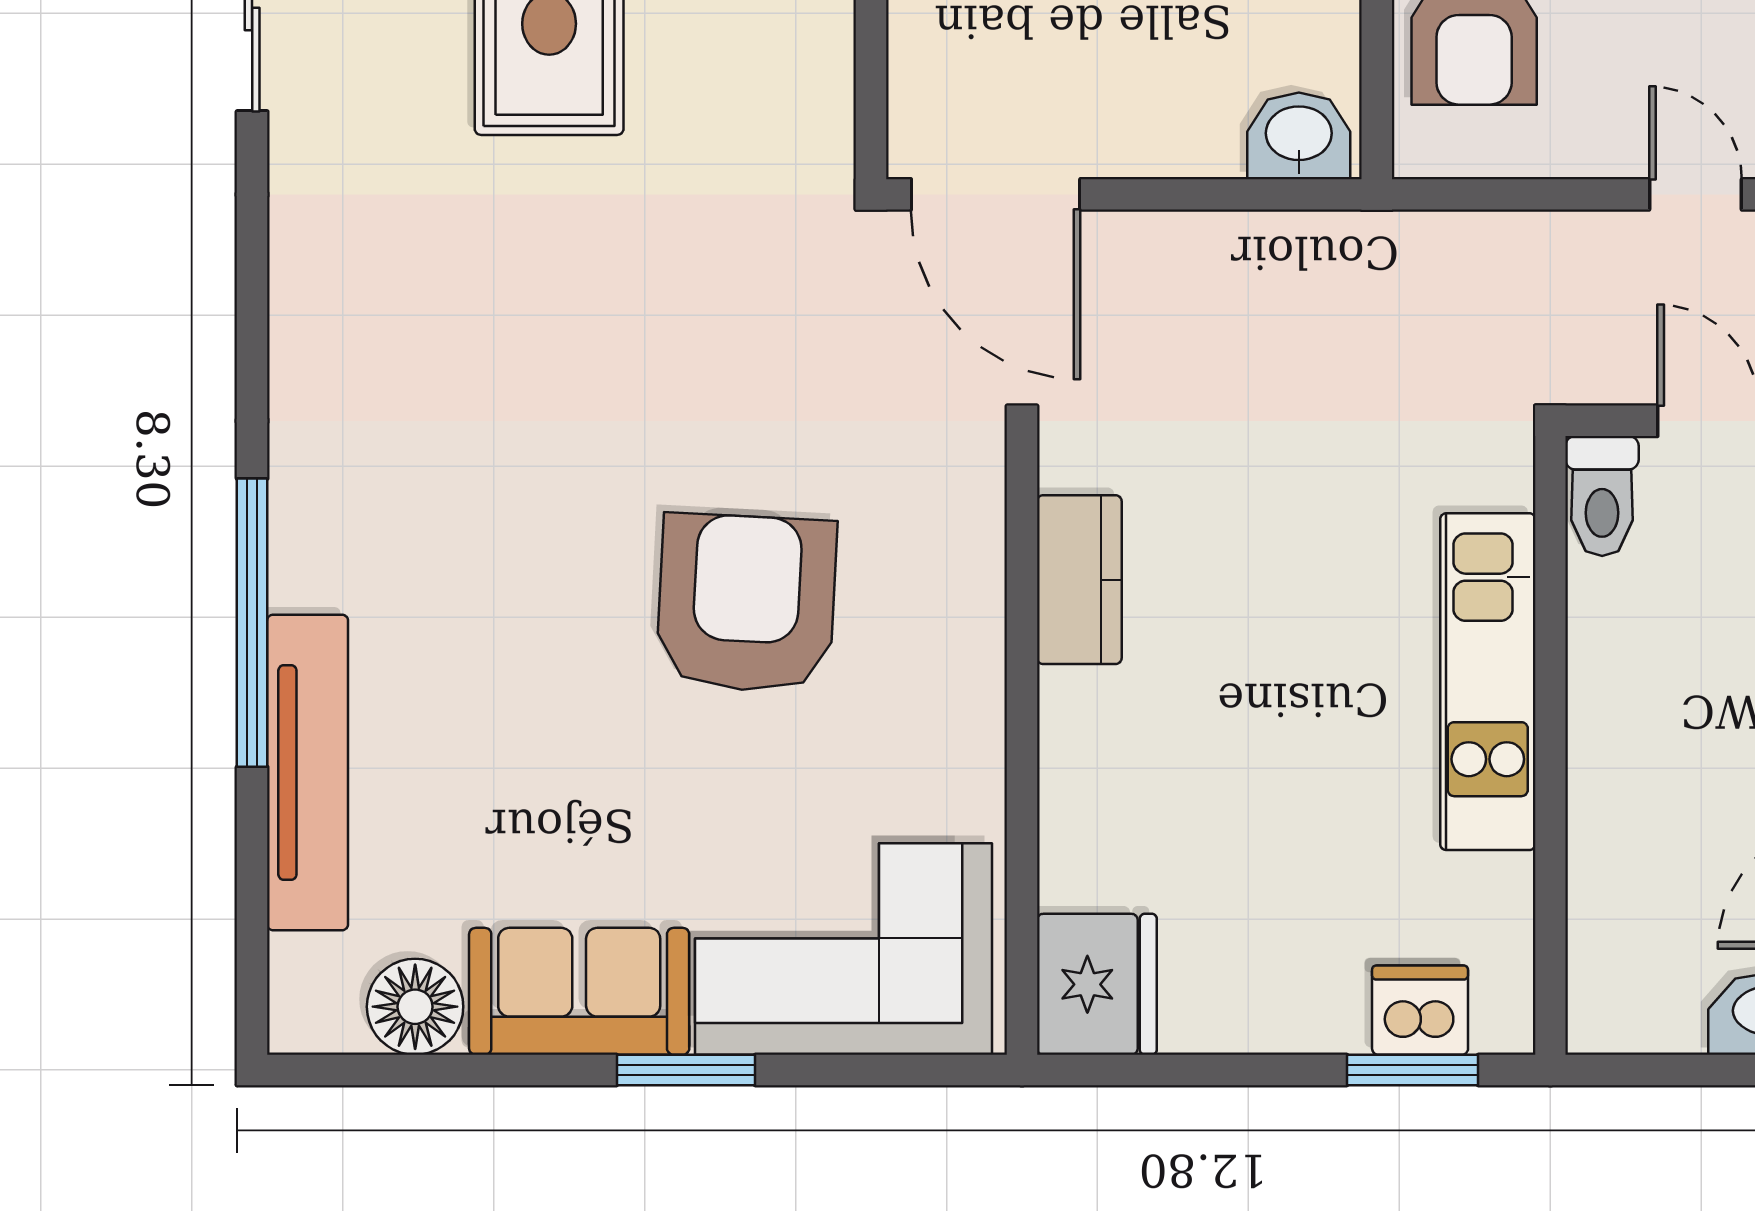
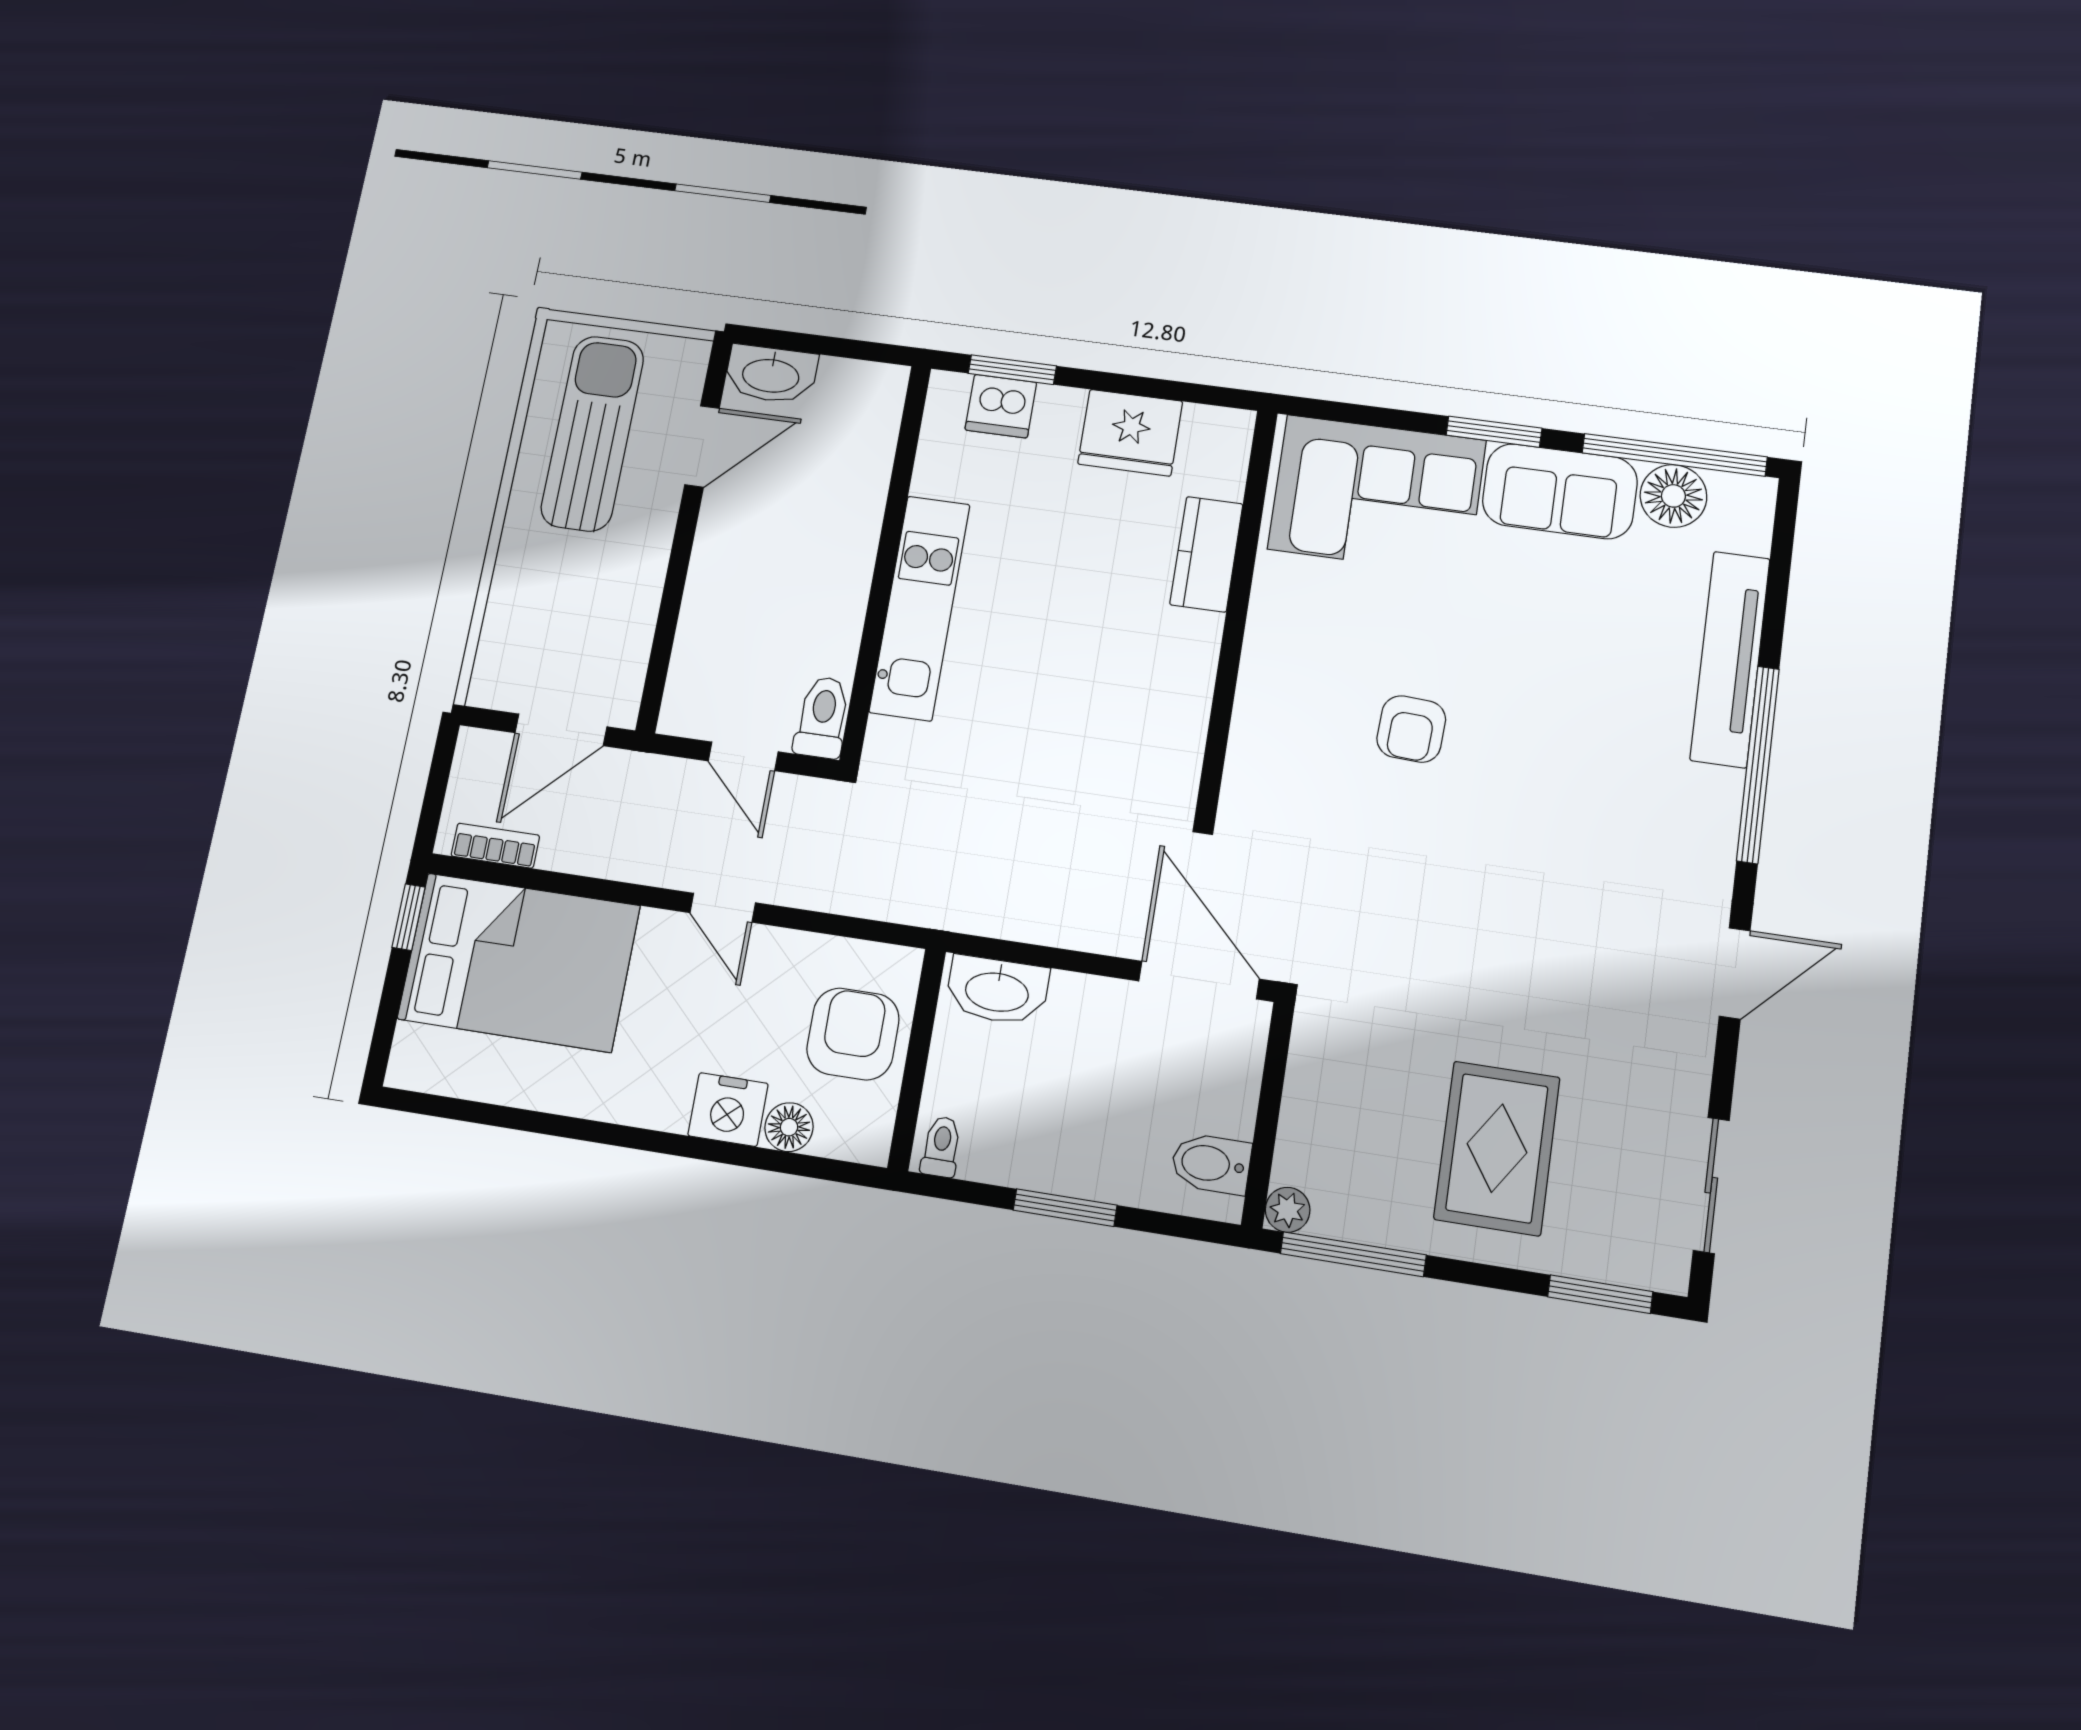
washbasin: (1299, 136) -> (997, 990), width x1.38
door: (252, 318) -> (1735, 973), added
kitchen counter: (1079, 580) -> (1206, 554), moved
armchair: (746, 603) -> (1411, 729), width x0.53, depth x0.53
fridge: (1097, 984) -> (1130, 433), moved, turned -90
window: (421, 1070) -> (1675, 455), added

